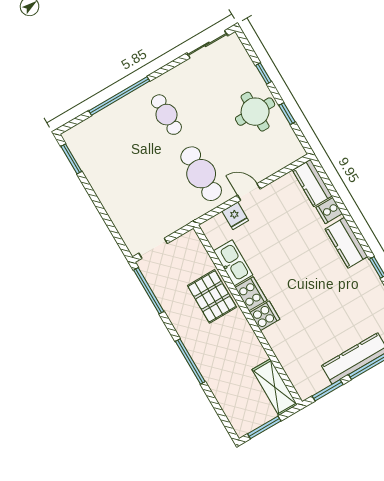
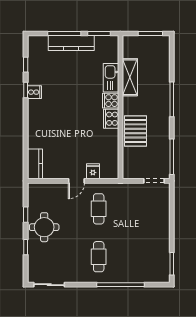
cafe table: (201, 174) -> (99, 209), width x0.73, depth x0.74
door: (249, 192) -> (76, 181), hinge flipped
cooker: (329, 211) -> (34, 92), moved
kitchen counter: (346, 243) -> (36, 116), removed
kitchen sink: (233, 263) -> (111, 78), moved
shelving: (275, 387) -> (130, 77), moved

